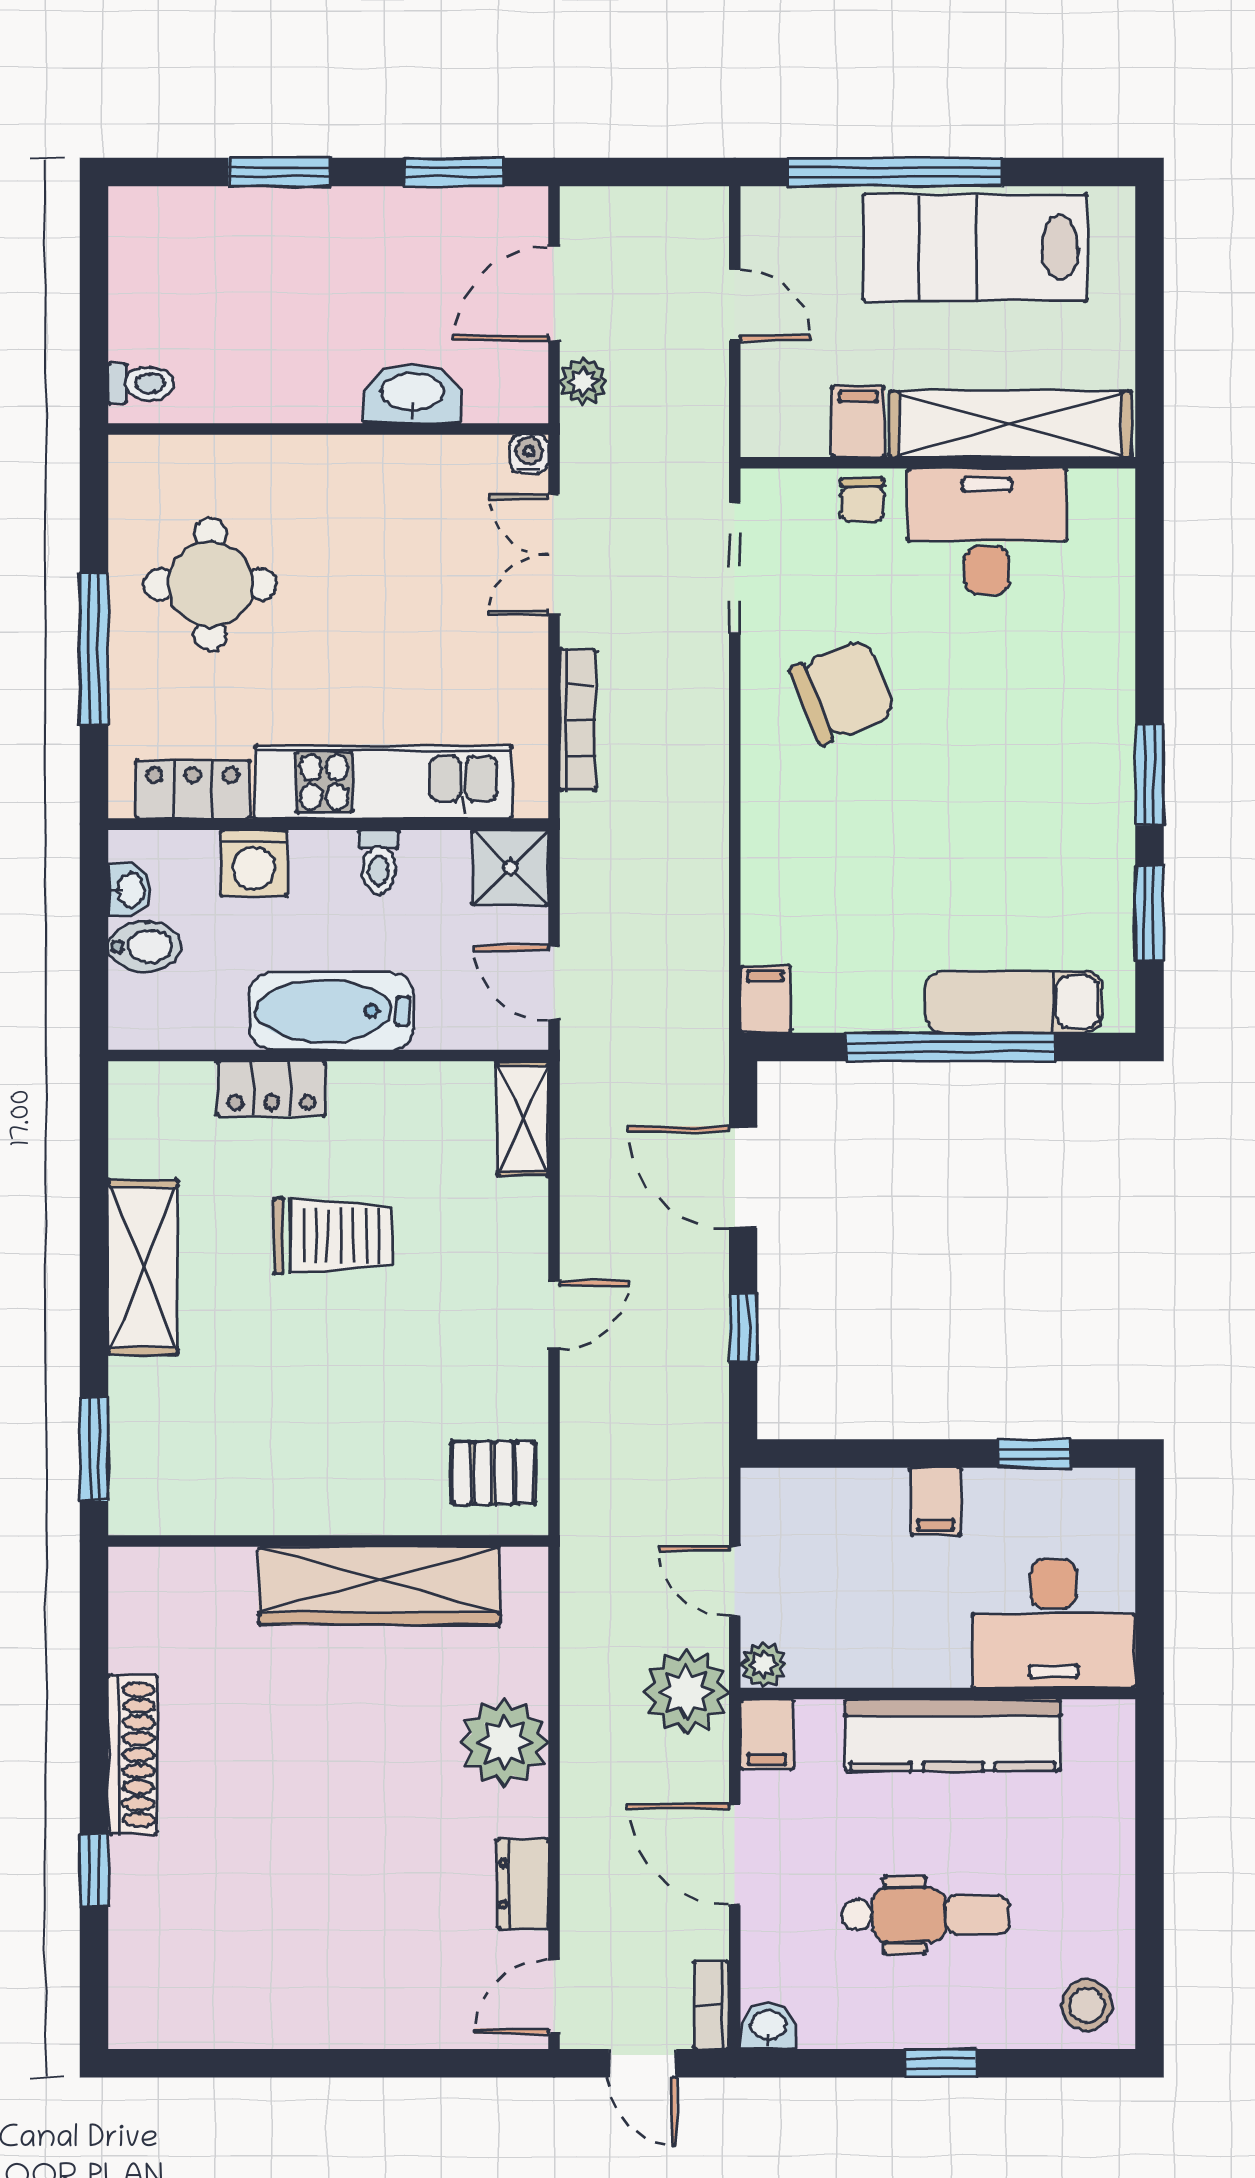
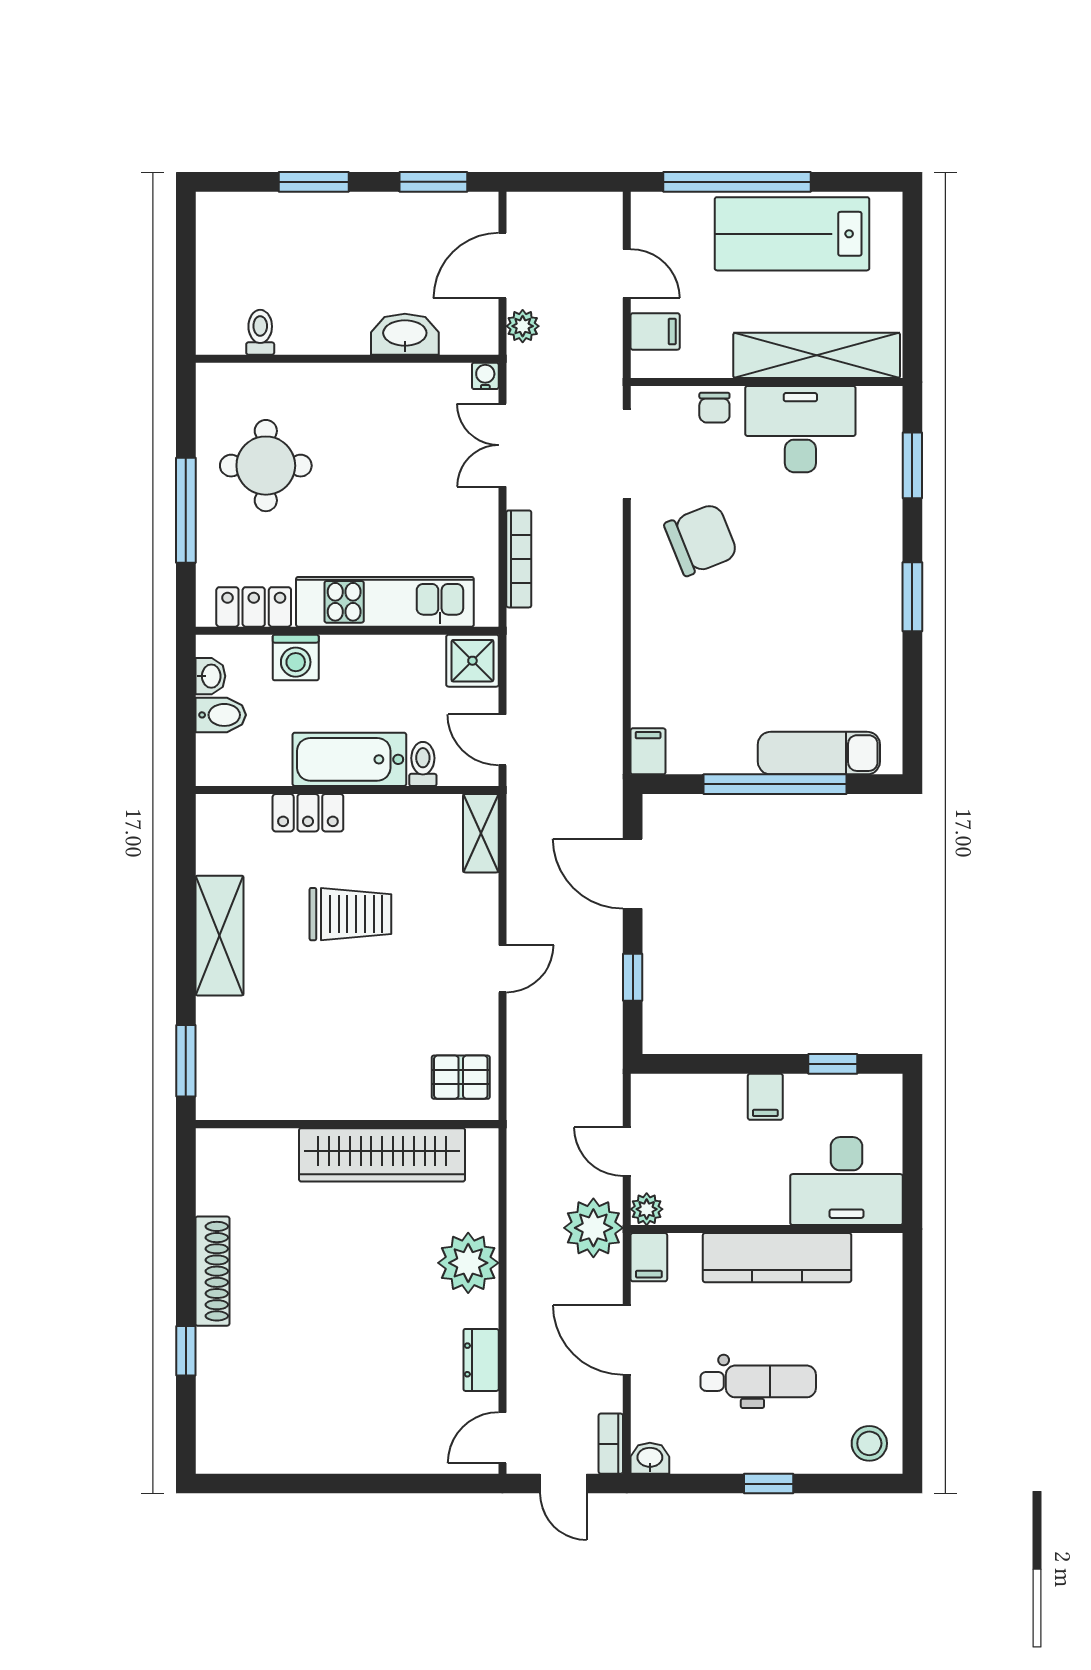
toilet: (141, 383) -> (260, 332), moved, turned -90
filing cabinet: (858, 422) -> (655, 331), moved, turned 90
toilet: (379, 862) -> (423, 764), moved, turned 180
window: (1150, 913) -> (912, 465), moved

